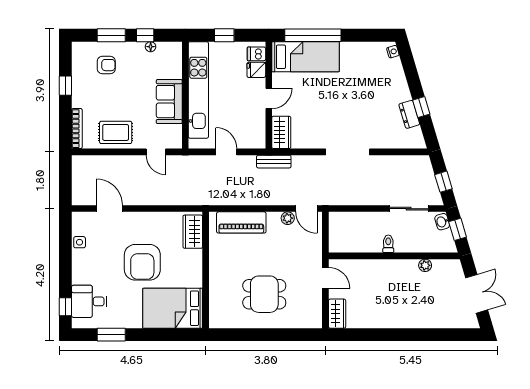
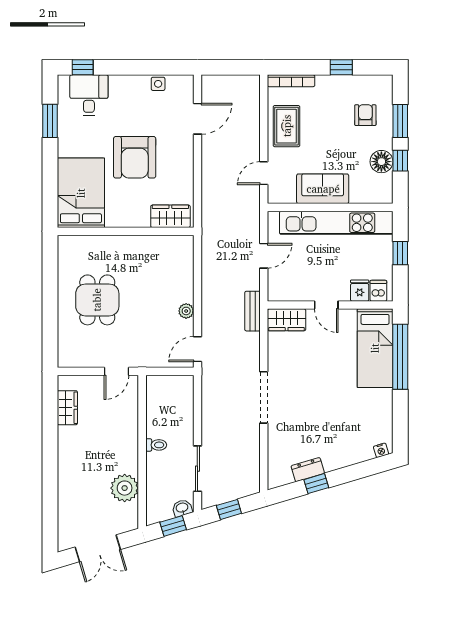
floor lamp: (151, 47) -> (381, 162), width x1.89, depth x1.89
armchair: (106, 65) -> (365, 115), turned 180
plant: (288, 218) -> (186, 311), moved
piano: (241, 222) -> (181, 273), removed
armchair: (142, 262) -> (135, 157), turned -90
plant: (425, 265) -> (125, 488), width x1.88, depth x1.88
wardrobe: (337, 314) -> (67, 408), moved, turned -90

